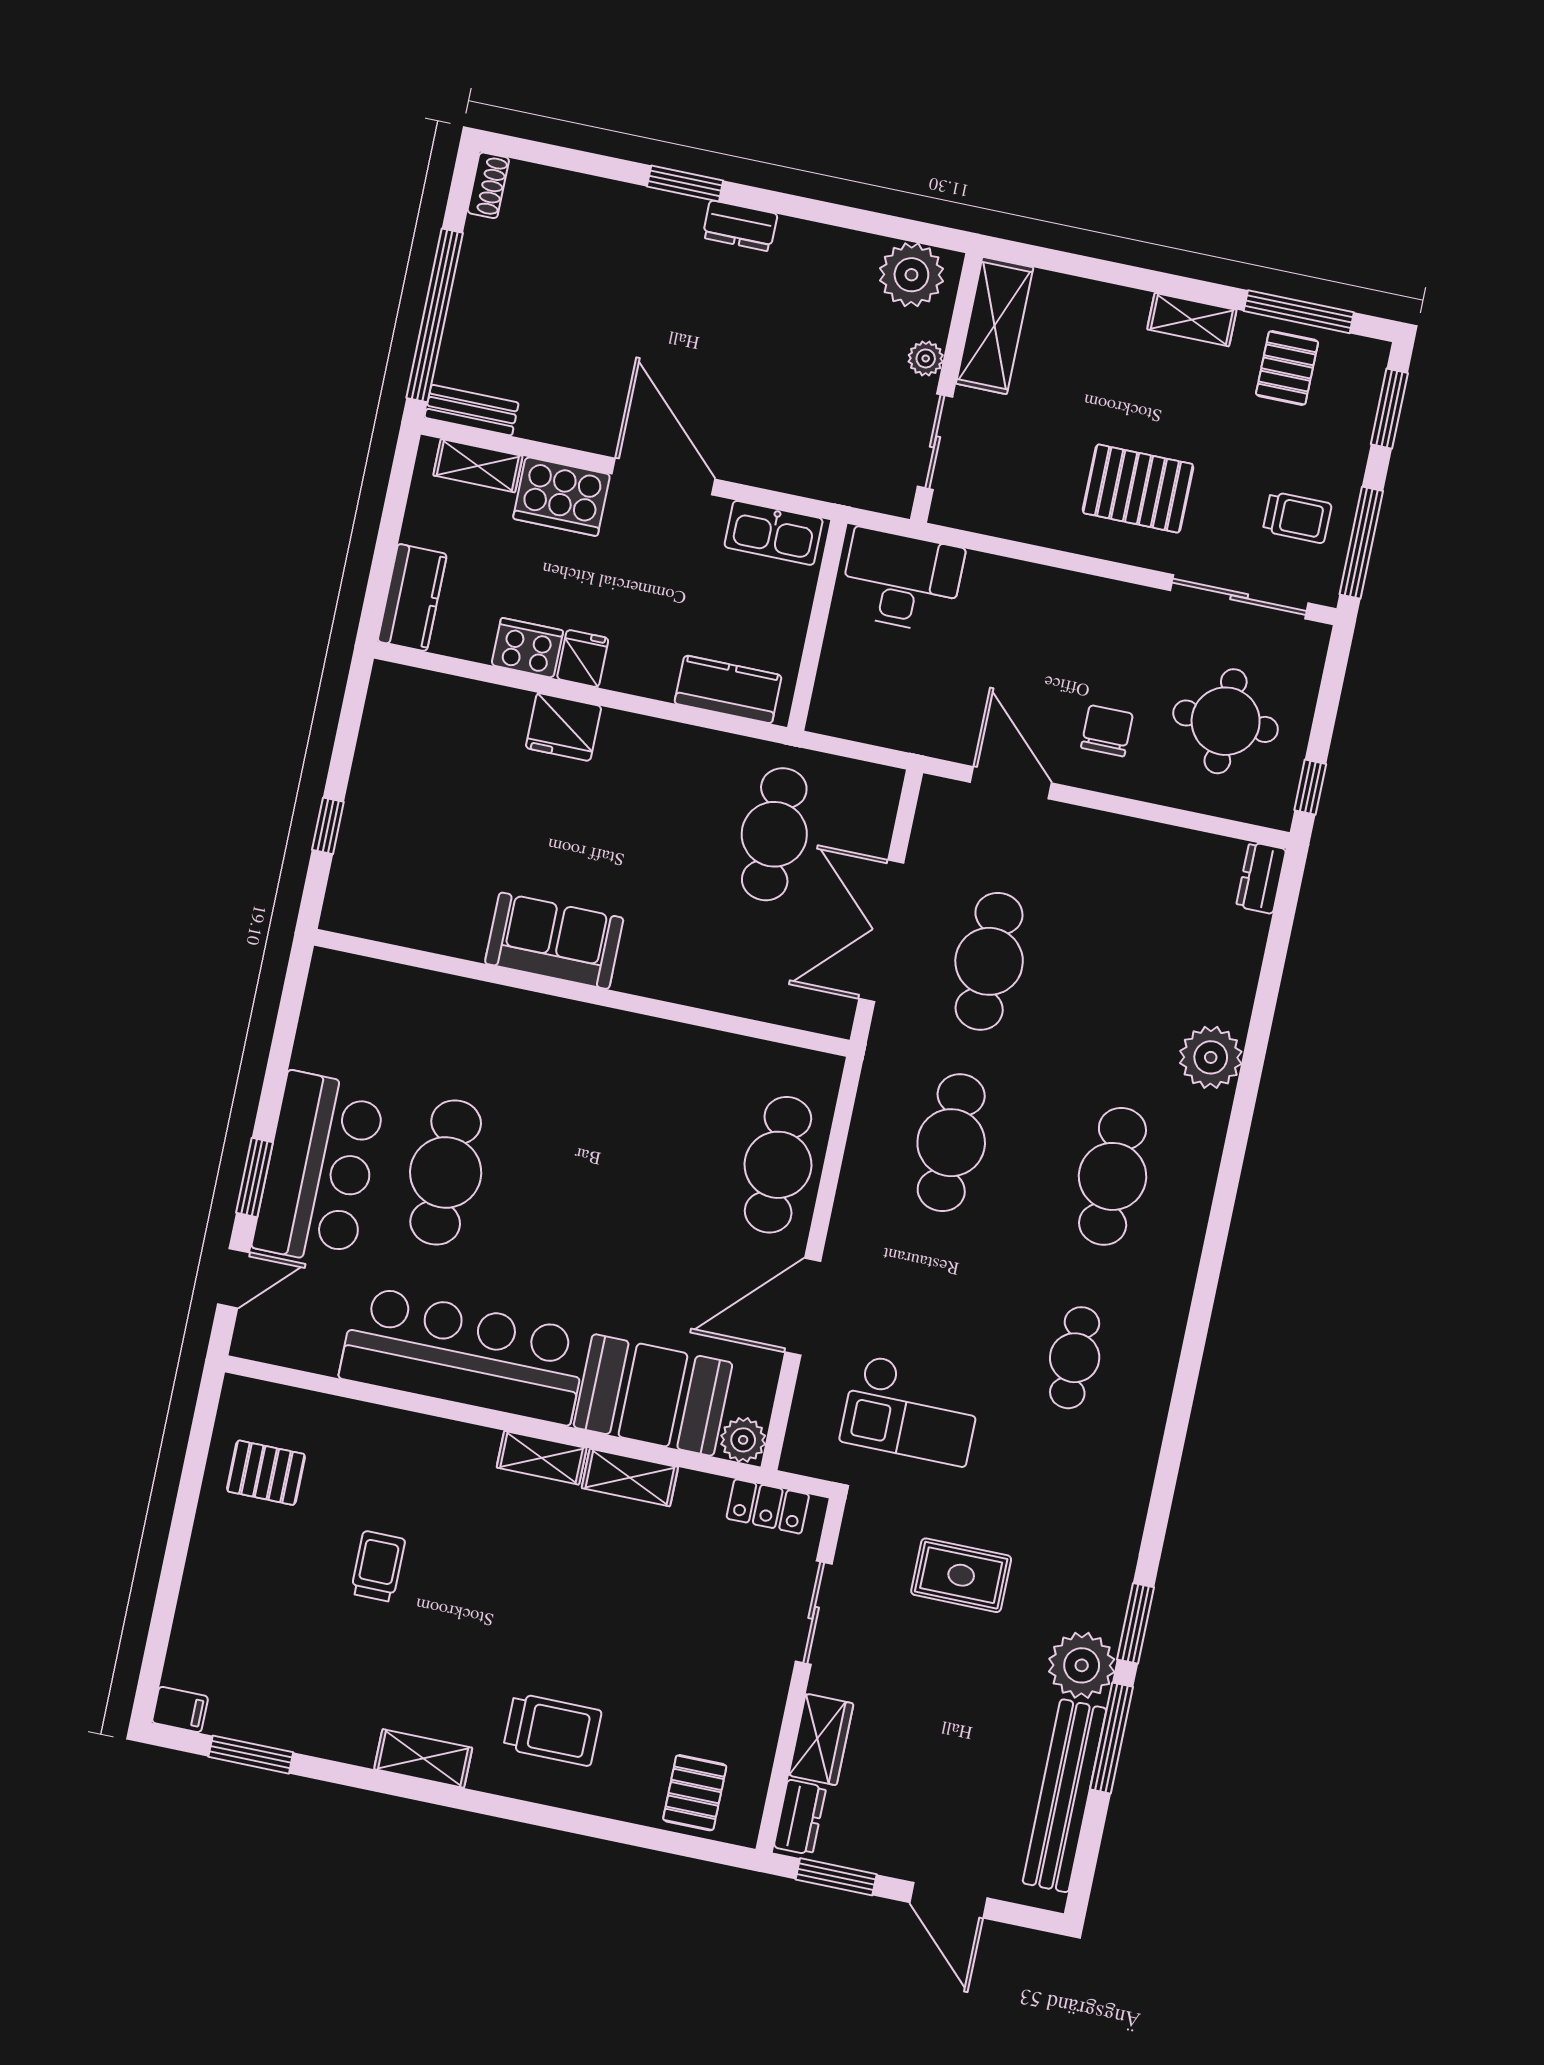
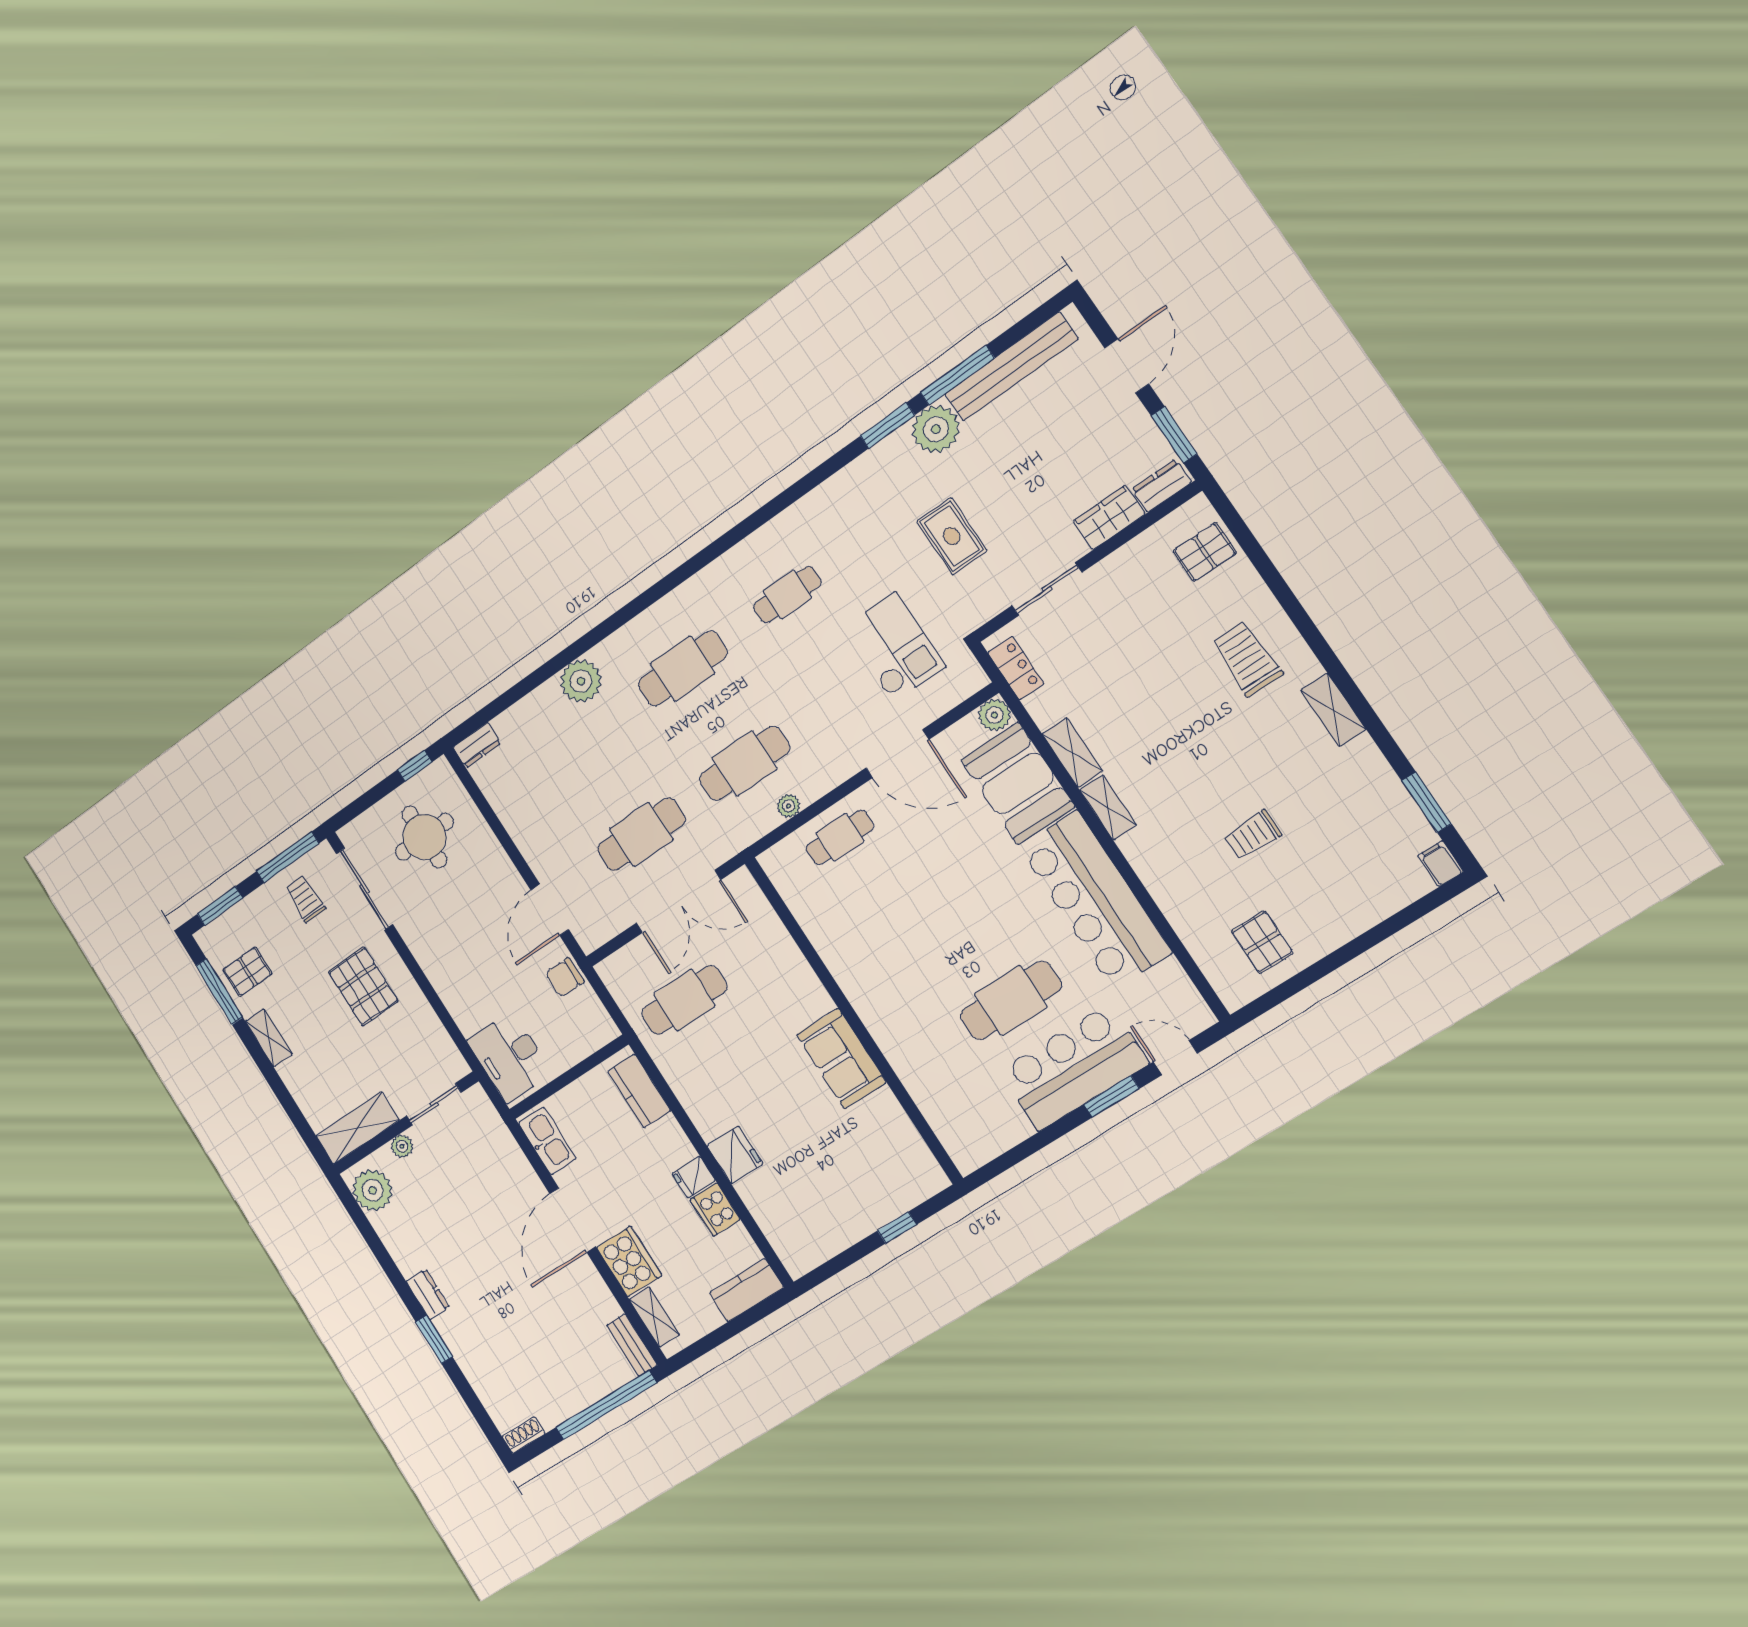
chair: (1107, 731) -> (565, 978), moved
plant: (862, 1145) -> (789, 806), added
cafe table: (778, 1165) -> (840, 837), width x0.73, depth x0.74

